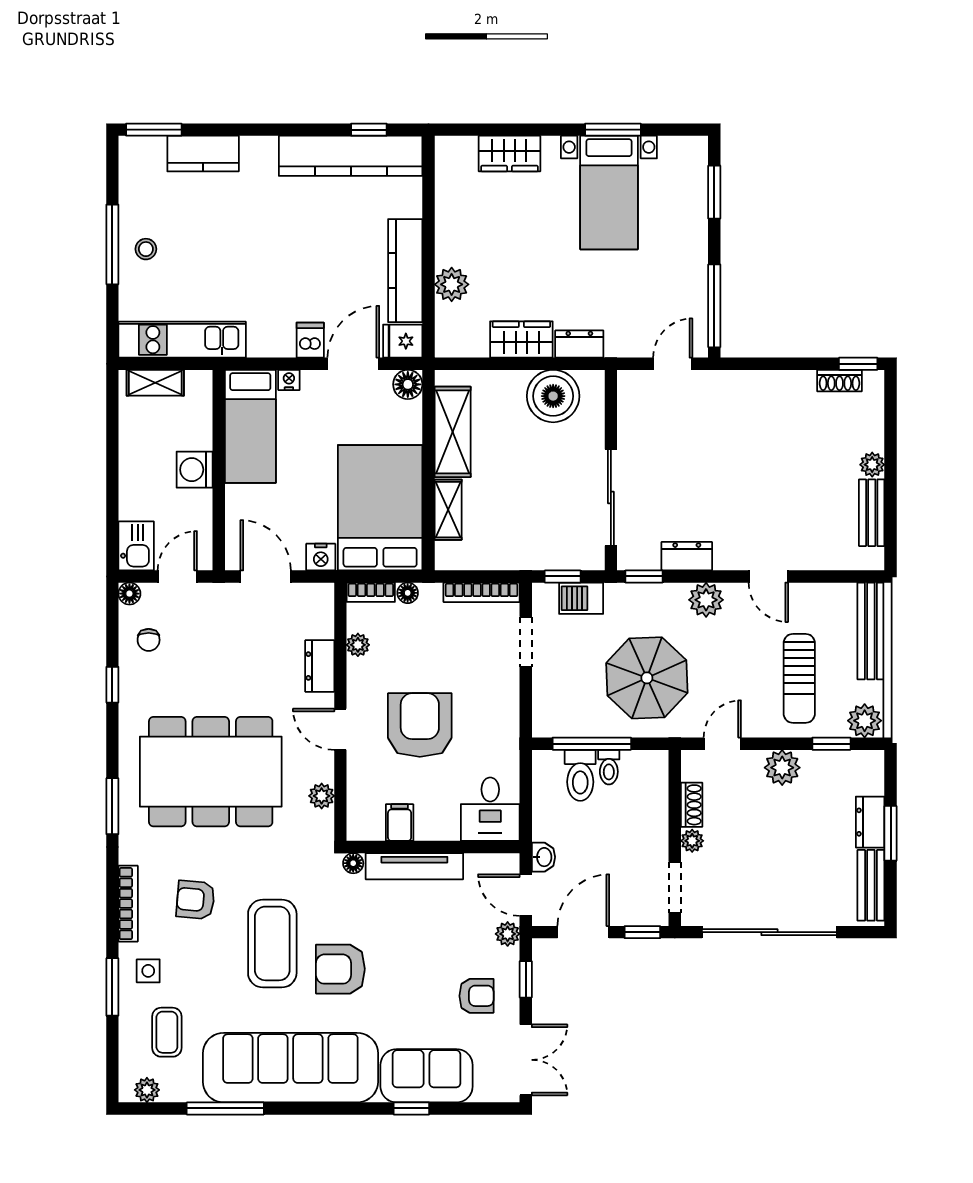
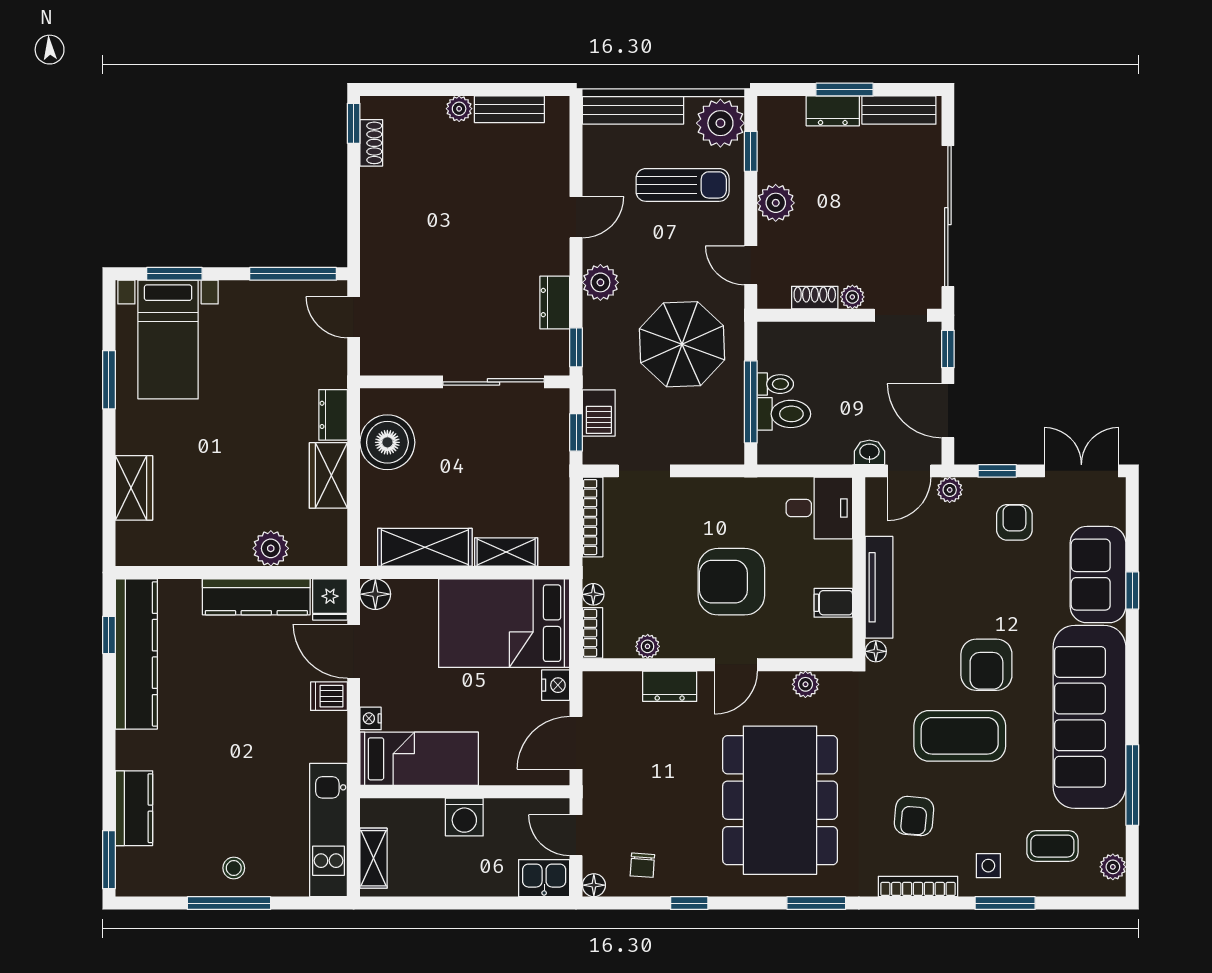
bed with nightstands: (609, 193) -> (168, 340), moved, turned 90
chair: (149, 640) -> (642, 865), turned 94
plant: (865, 721) -> (720, 123), width x1.36, depth x1.36

